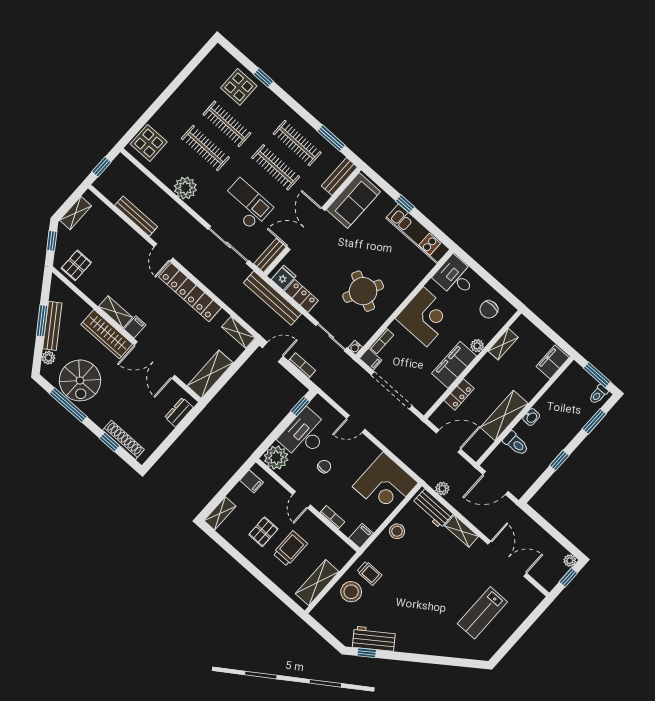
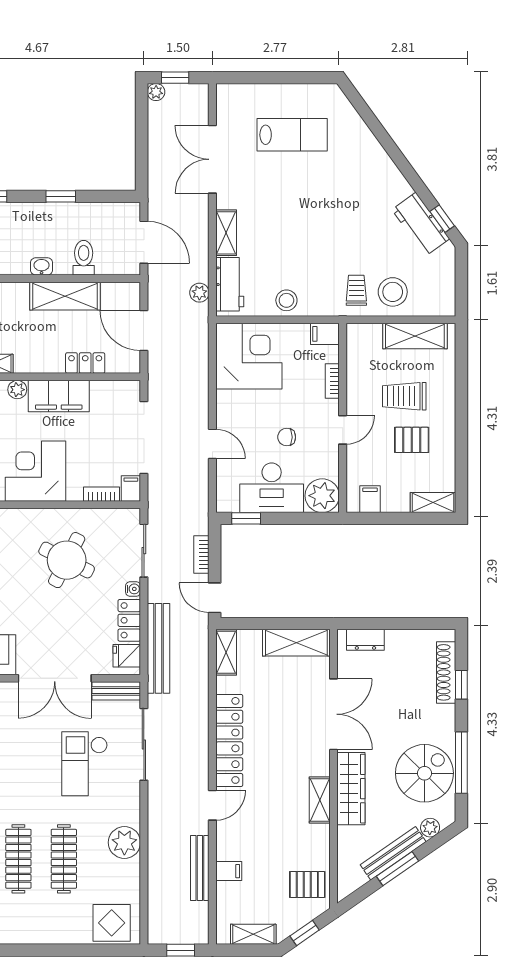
clothes rail: (276, 167) -> (18, 767), removed
filing cabinet: (135, 327) -> (229, 871), moved, turned 180
water cooler: (355, 348) -> (133, 589), moved

